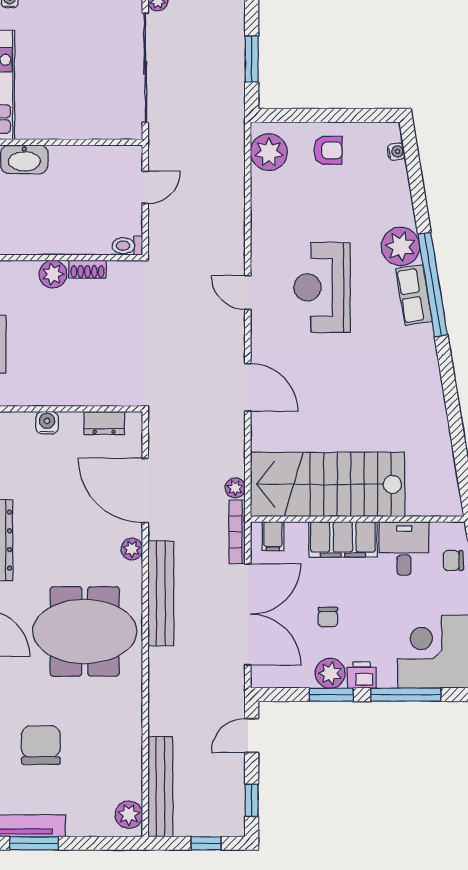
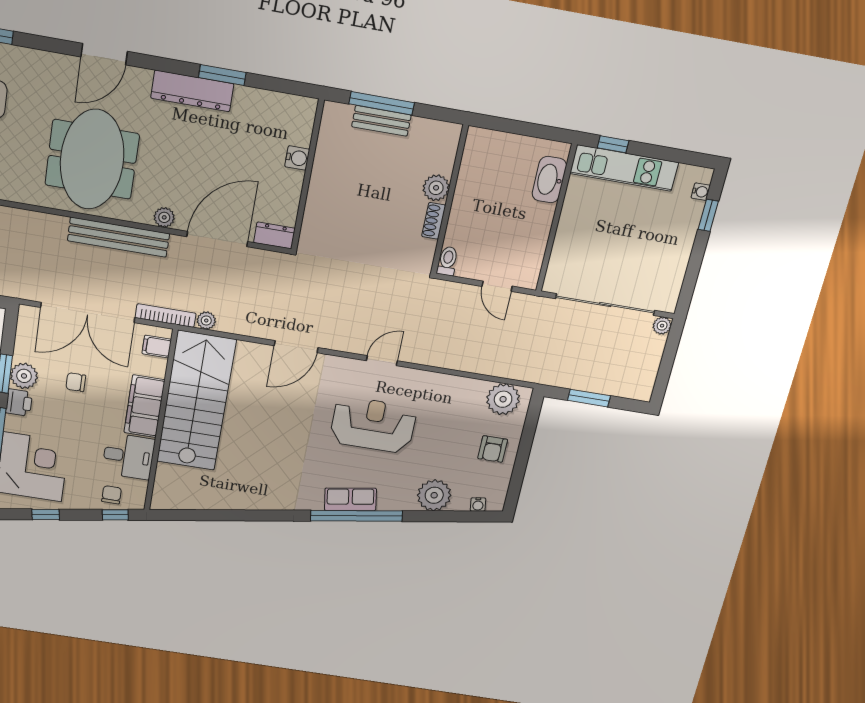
plant: (400, 246) -> (434, 495), moved
dresser: (104, 423) -> (274, 235), moved, turned 90

